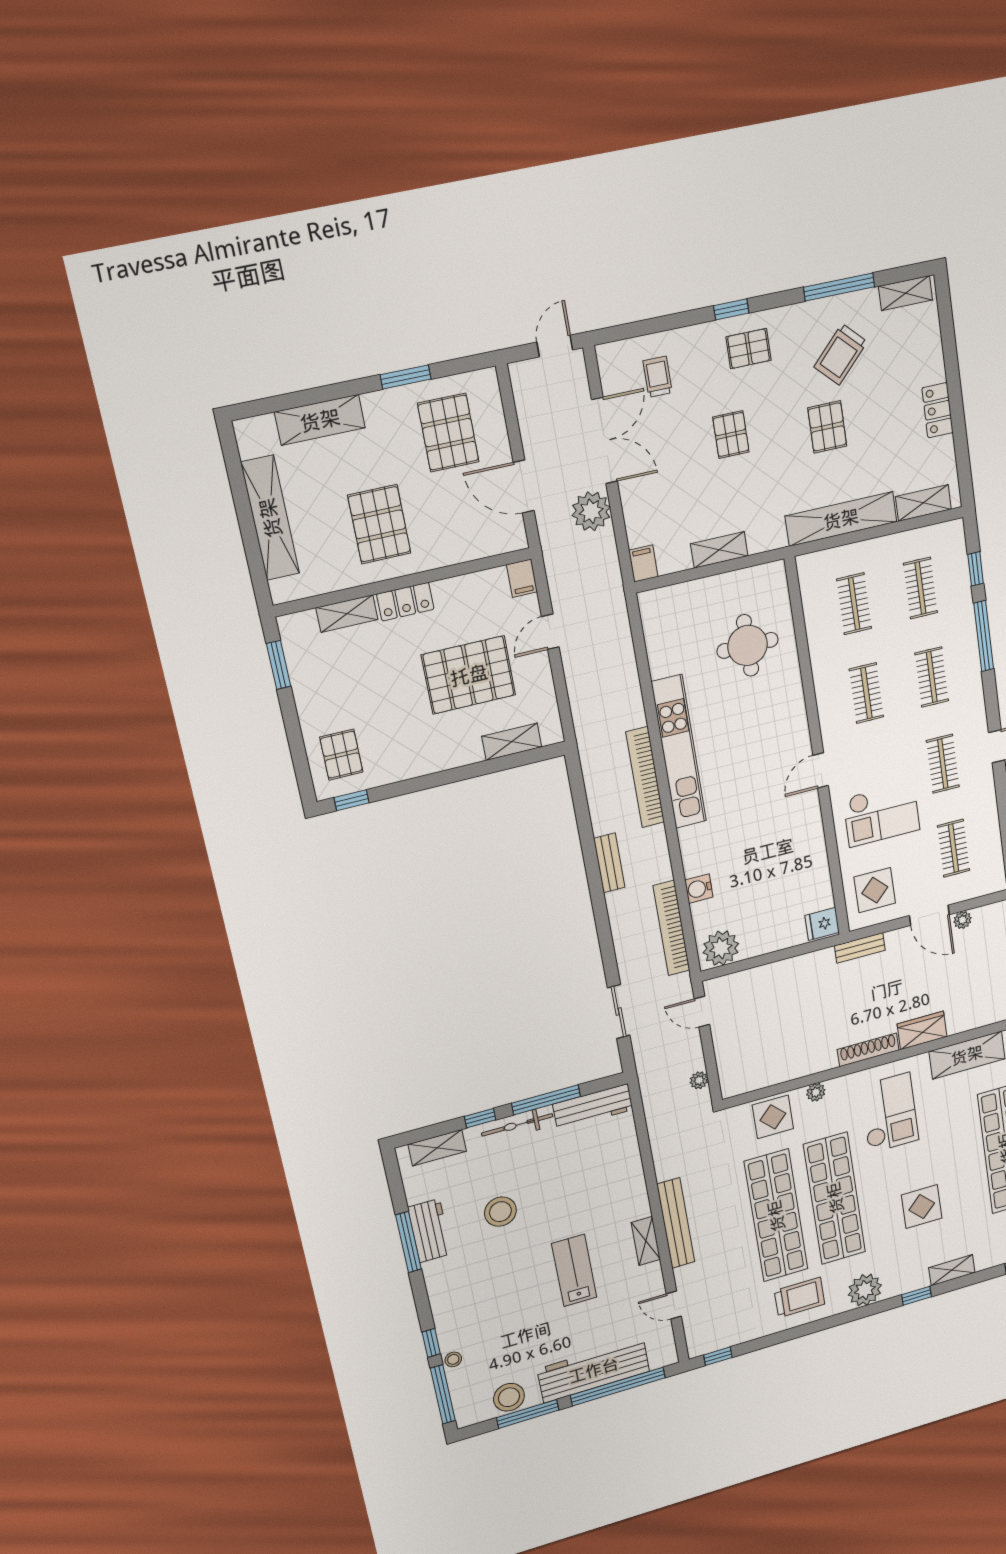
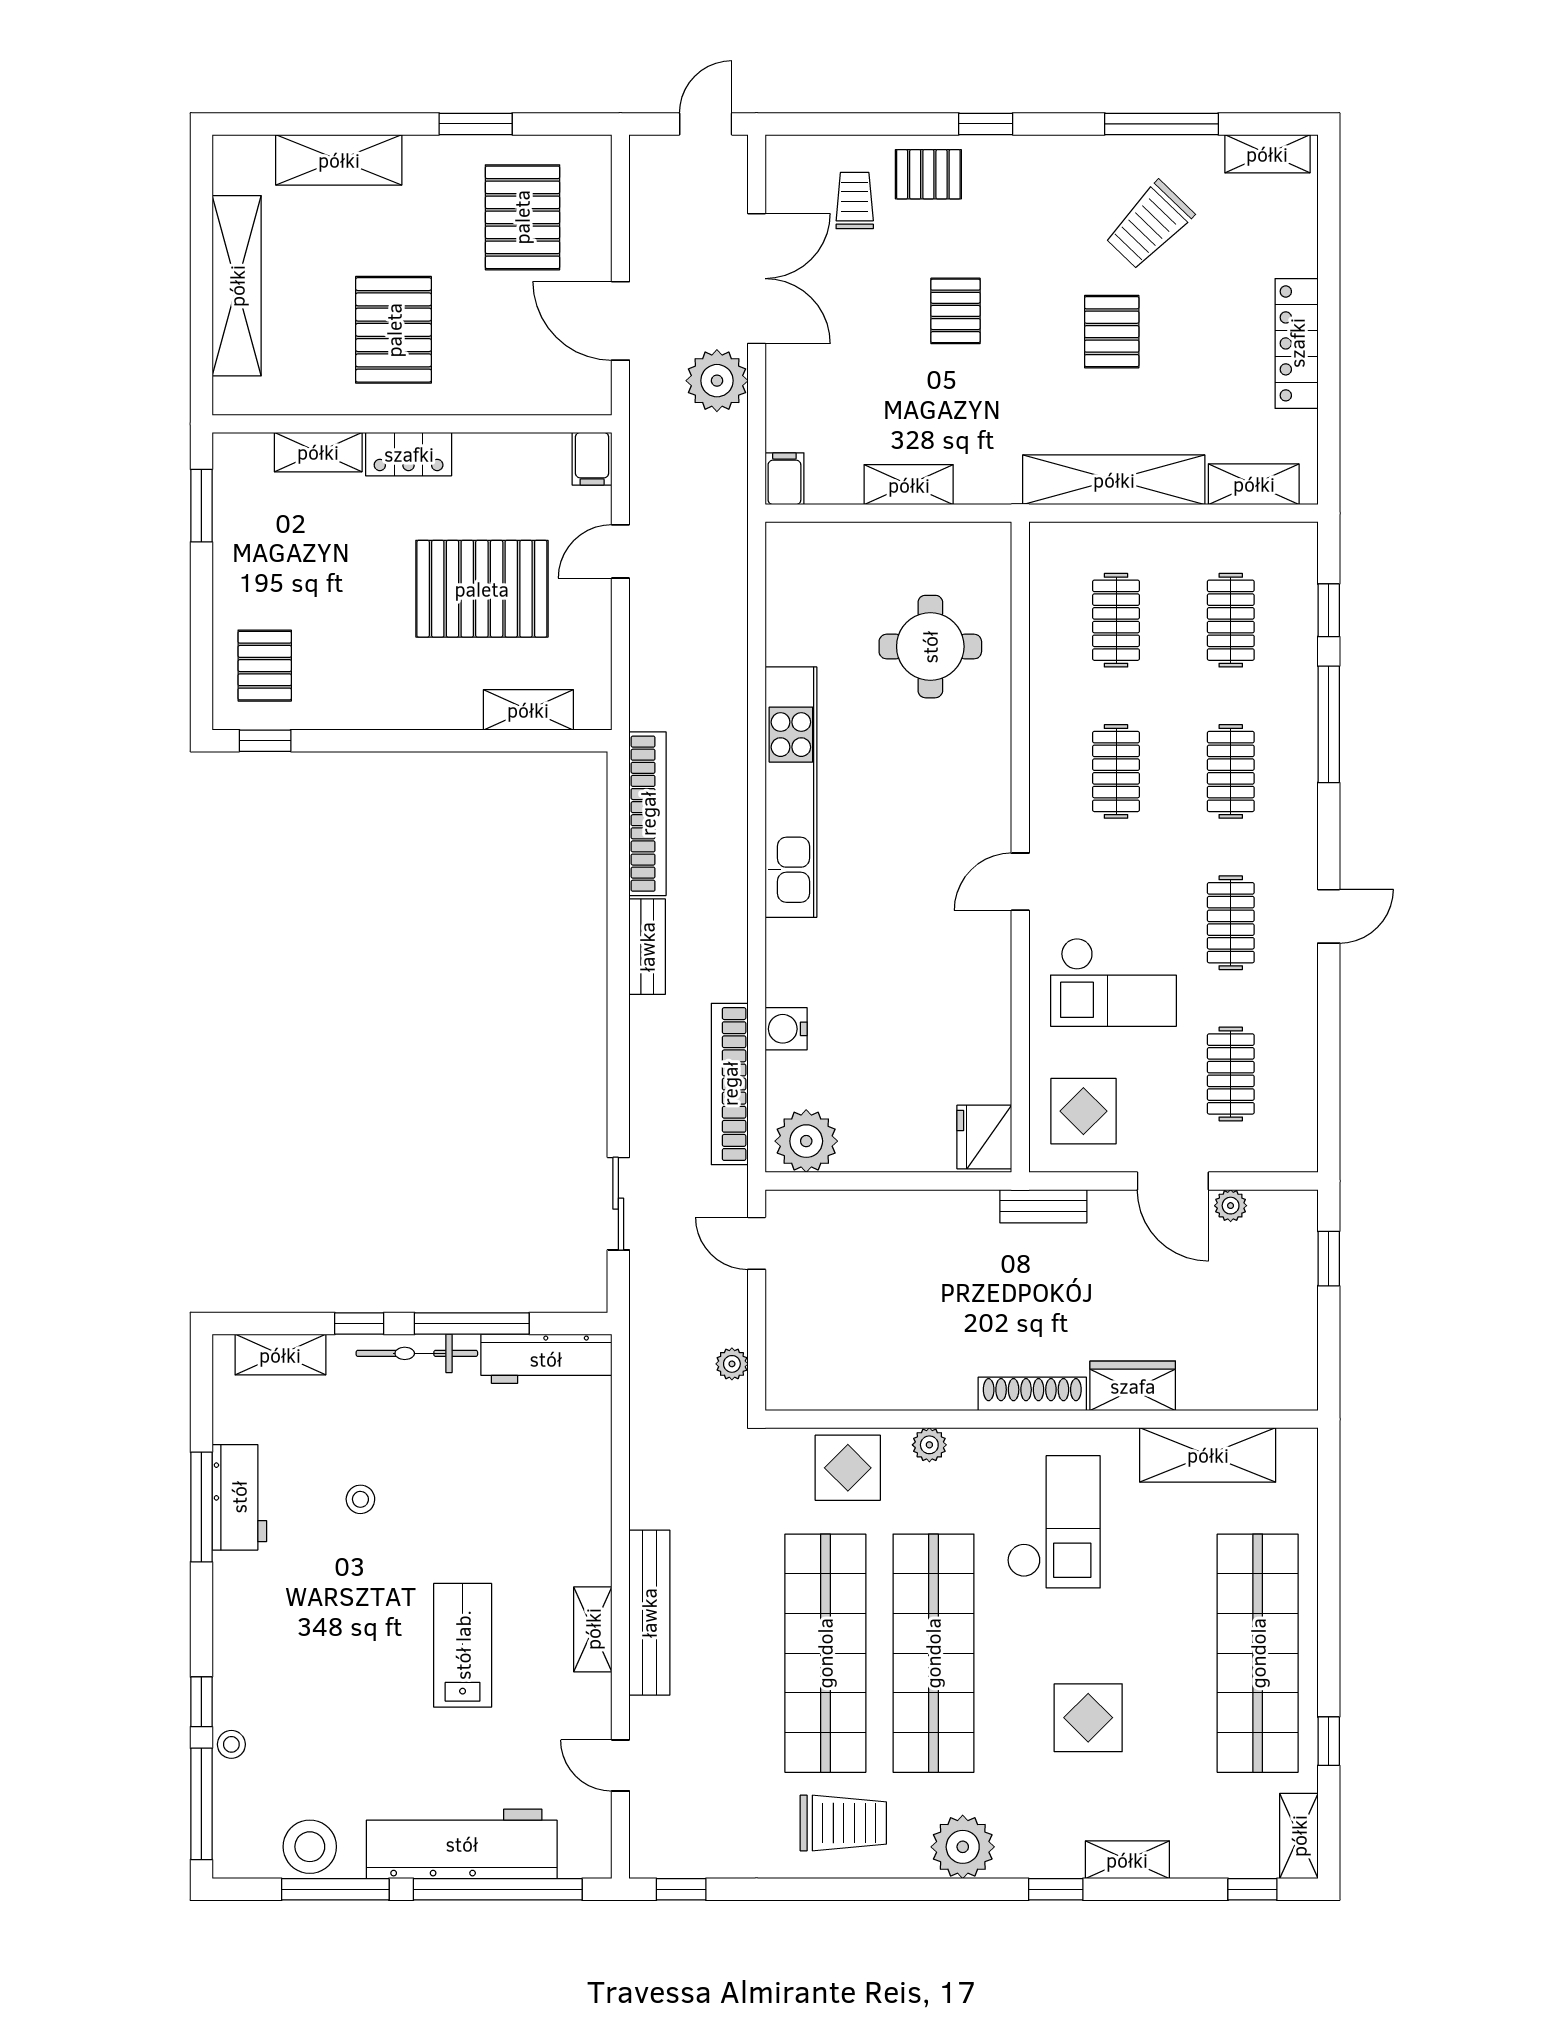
pallet: (749, 349) -> (928, 174), moved
locker: (938, 410) -> (1297, 343), width x1.53
bookcase: (645, 777) -> (648, 814), moved, turned 180
fridge: (822, 924) -> (984, 1137), width x1.38
stool: (500, 1212) -> (360, 1499), width x0.53, depth x0.53

